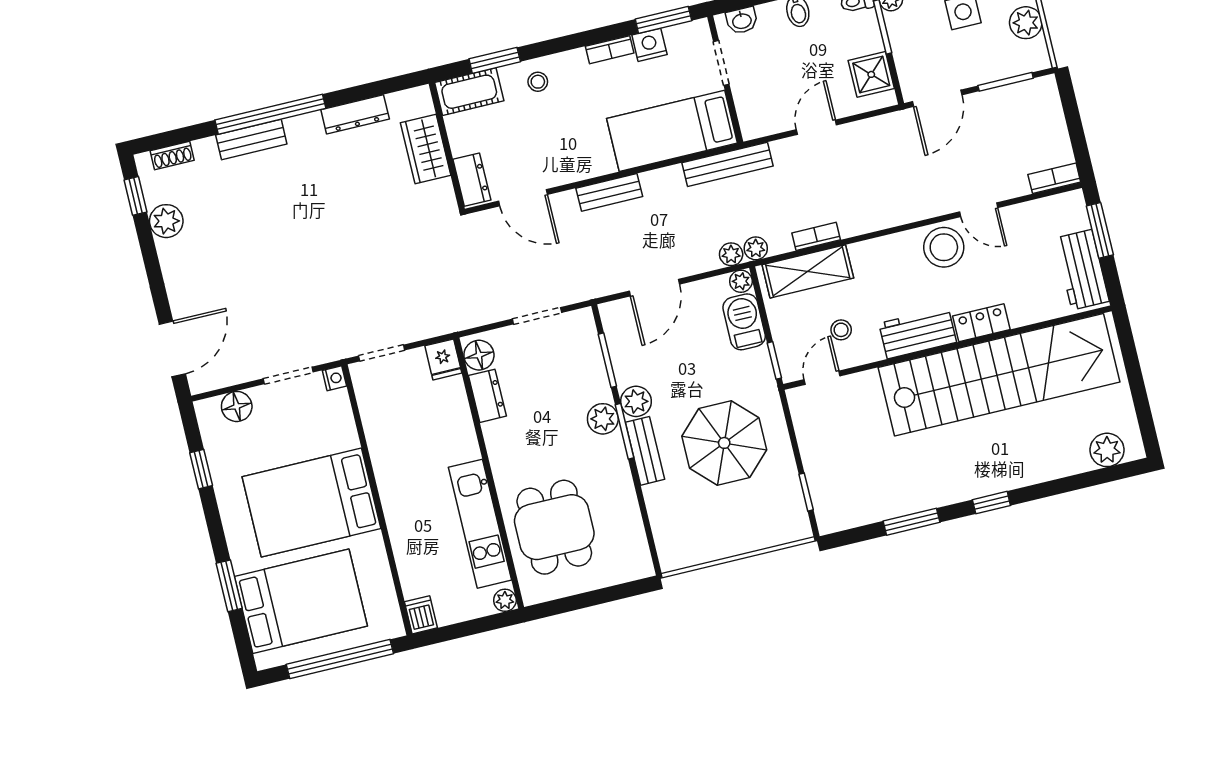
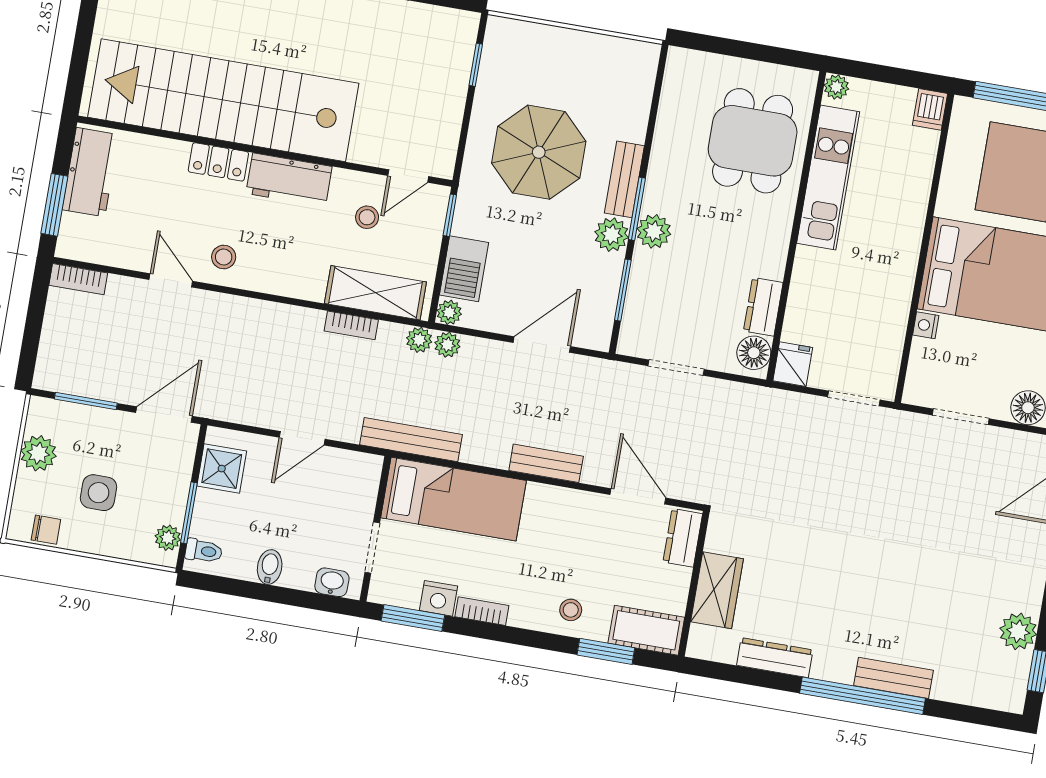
shoe rack: (172, 155) -> (983, 697), removed
stool: (944, 247) -> (224, 257), width x0.53, depth x0.53
nightstand: (334, 378) -> (926, 325), moved

